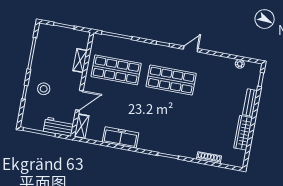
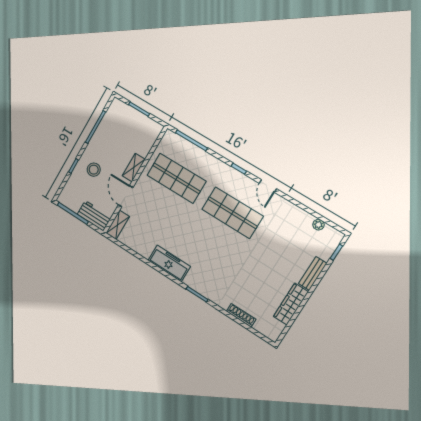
door: (191, 49) -> (268, 186), swing flipped
shelving: (80, 60) -> (134, 168), moved
door: (79, 100) -> (126, 196), swing flipped
freezer: (121, 137) -> (169, 263), moved

